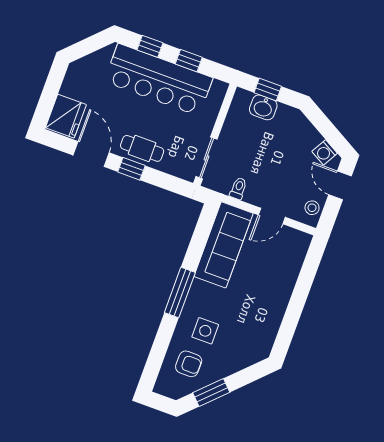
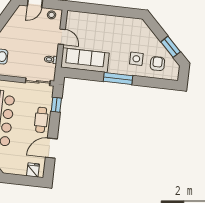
fridge: (66, 116) -> (33, 170), width x0.53, depth x0.75
washing machine: (325, 152) -> (18, 15), removed
window: (131, 169) -> (56, 105), moved

